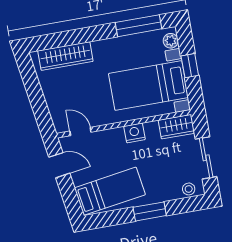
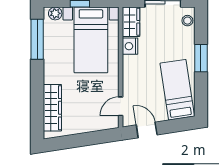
nightstand: (135, 133) -> (130, 46), moved
door: (59, 165) -> (147, 130), hinge flipped

